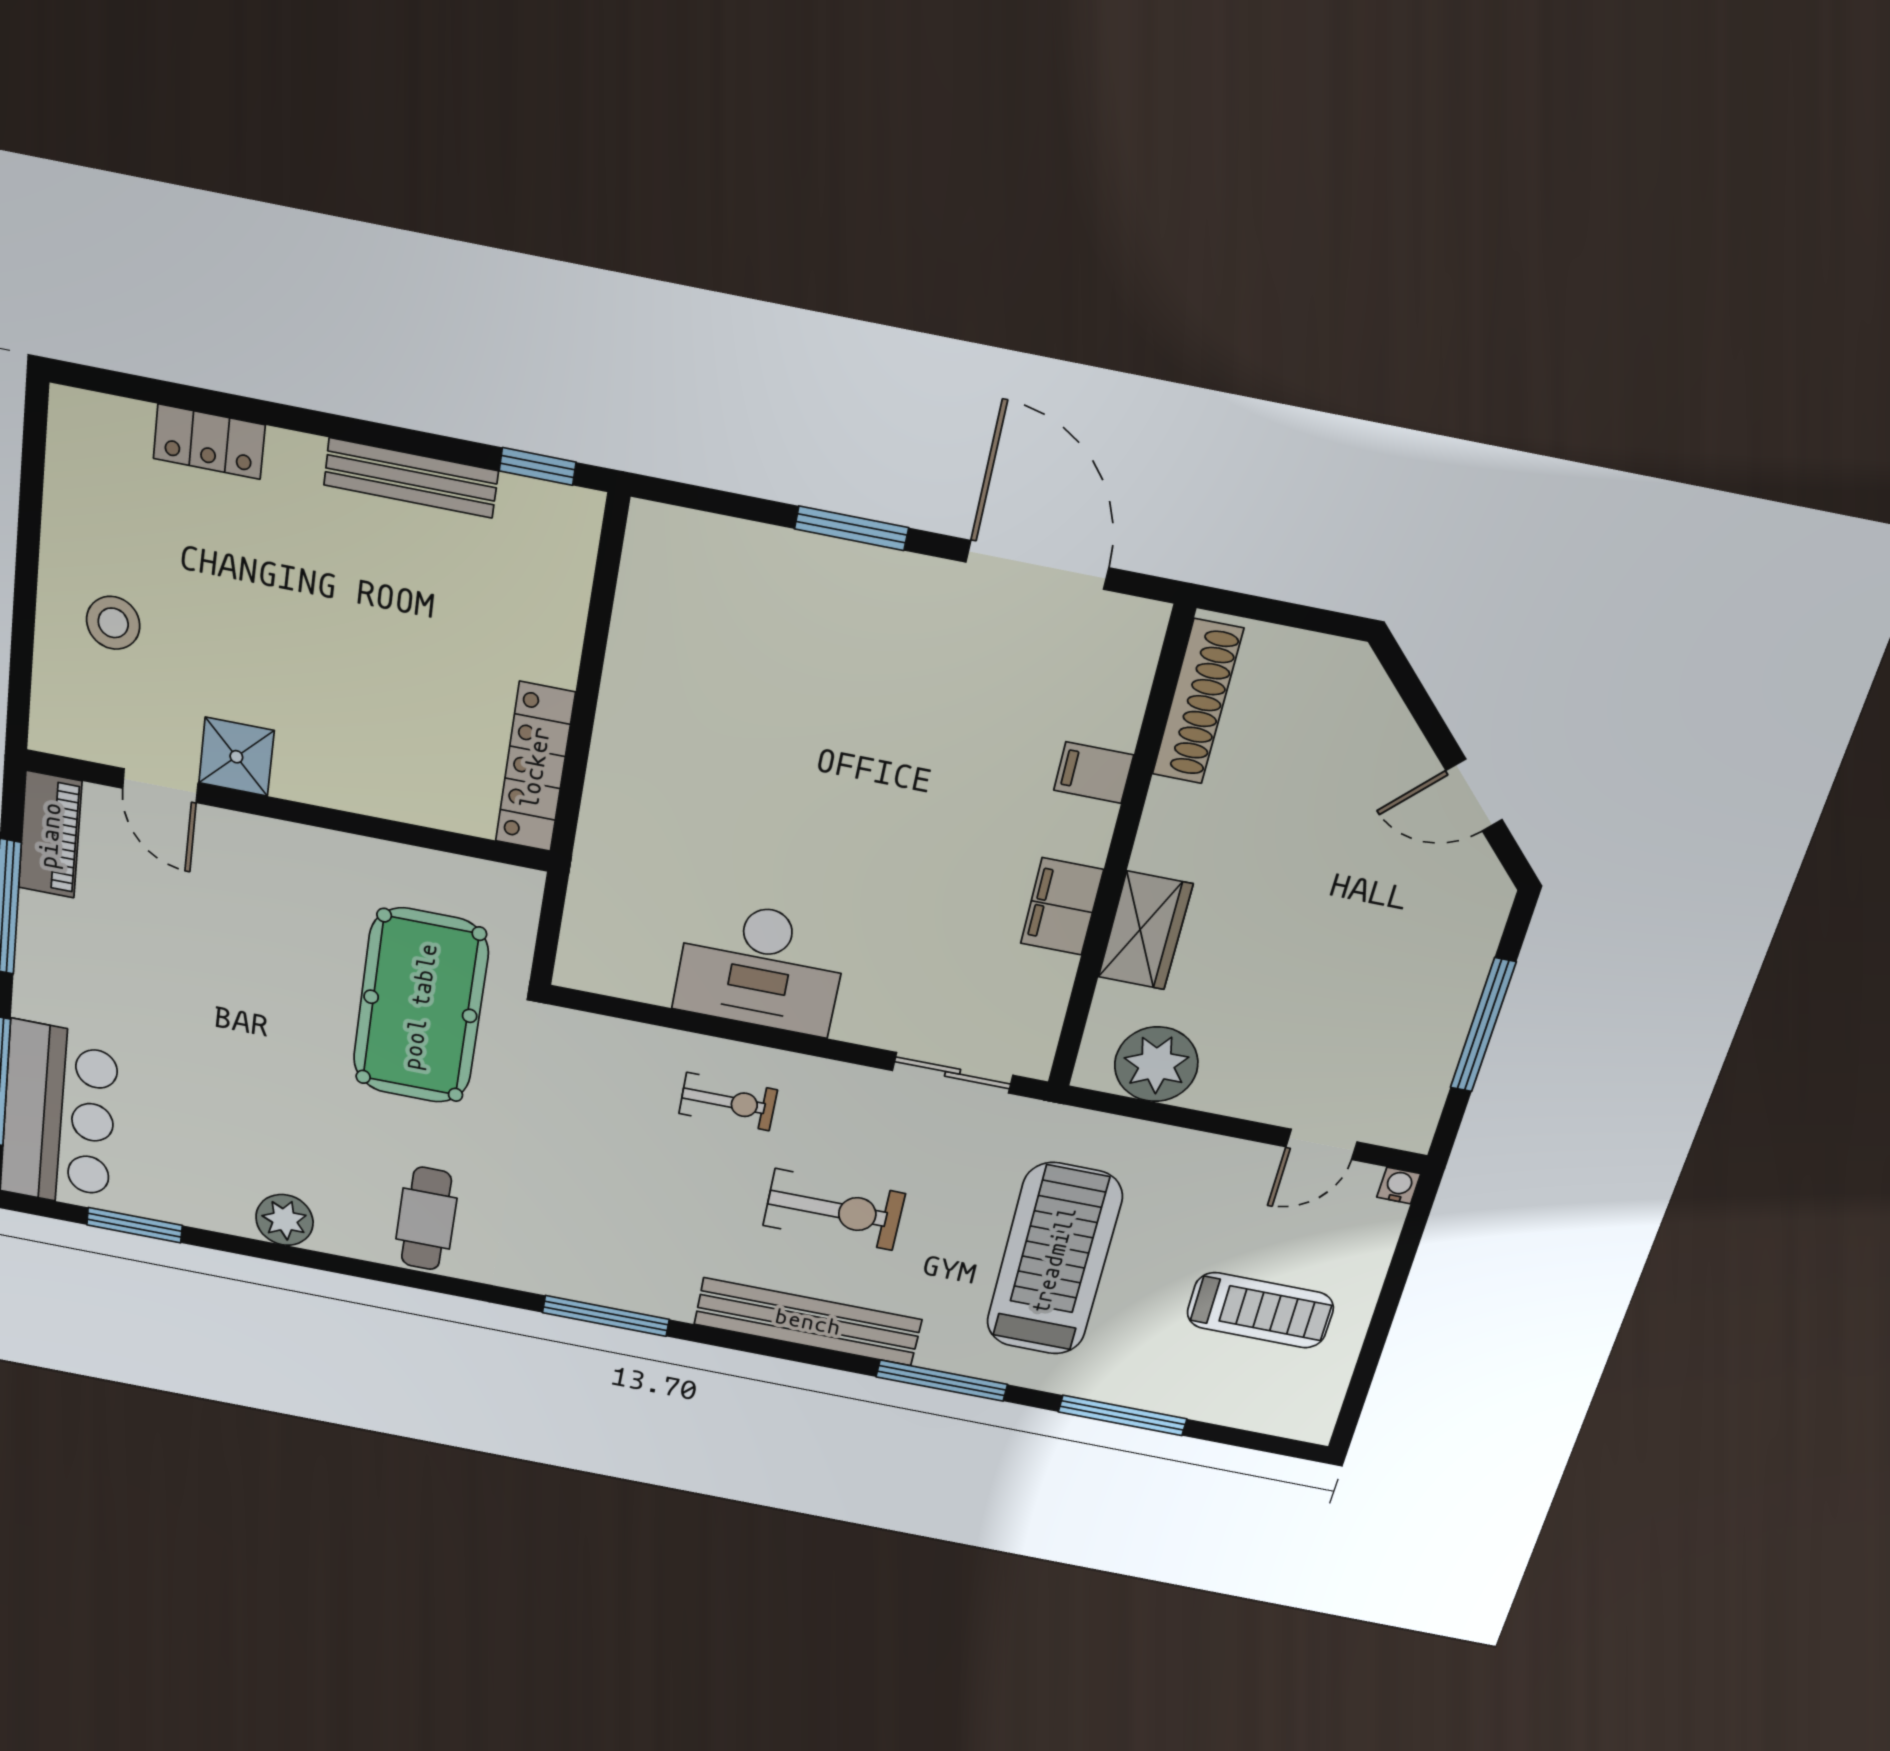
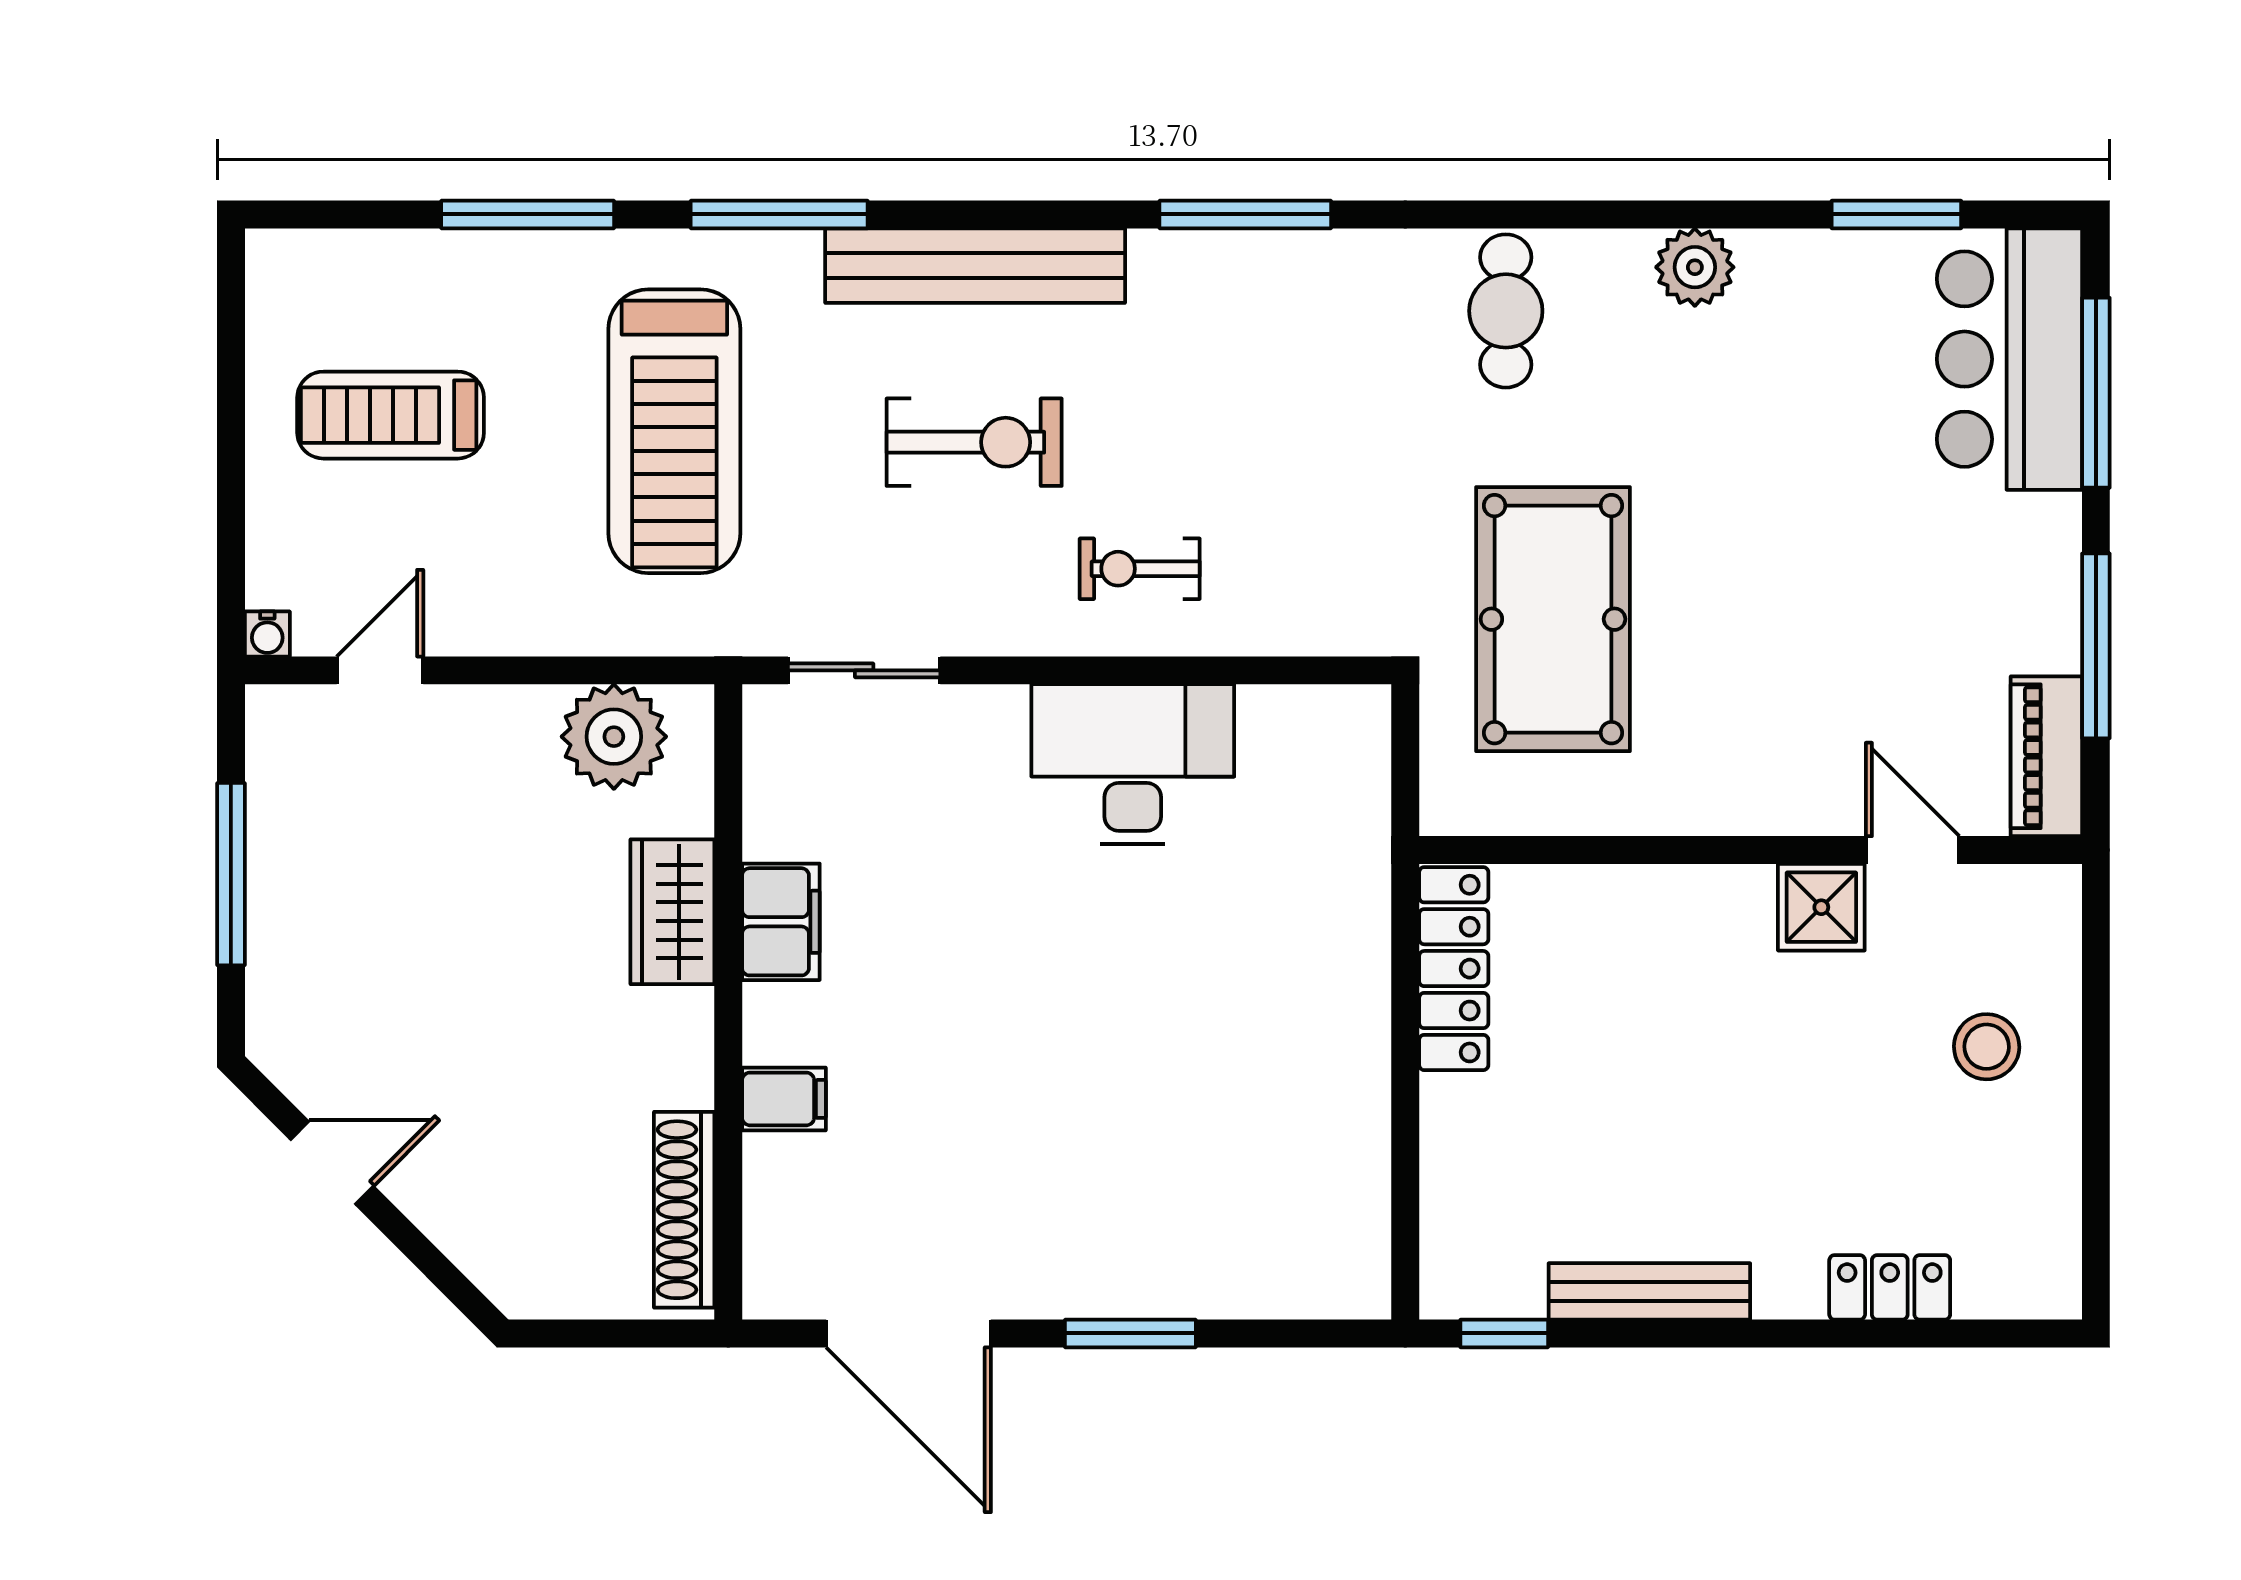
exercise bike: (834, 1210) -> (974, 442), turned 180

